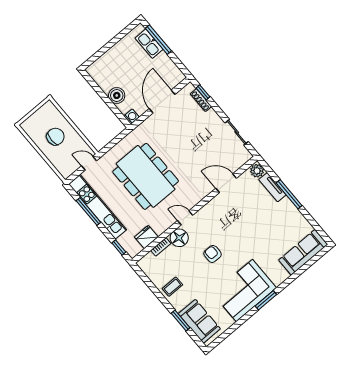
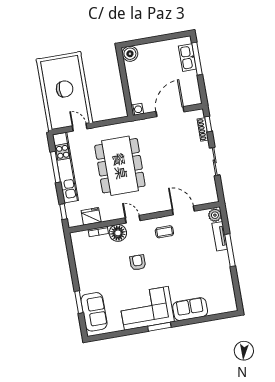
boiler: (117, 95) -> (130, 54), moved
sliding door: (237, 132) -> (215, 161), moved
sofa: (303, 252) -> (190, 309), moved, width x0.73
coffee table: (172, 287) -> (164, 232), moved

